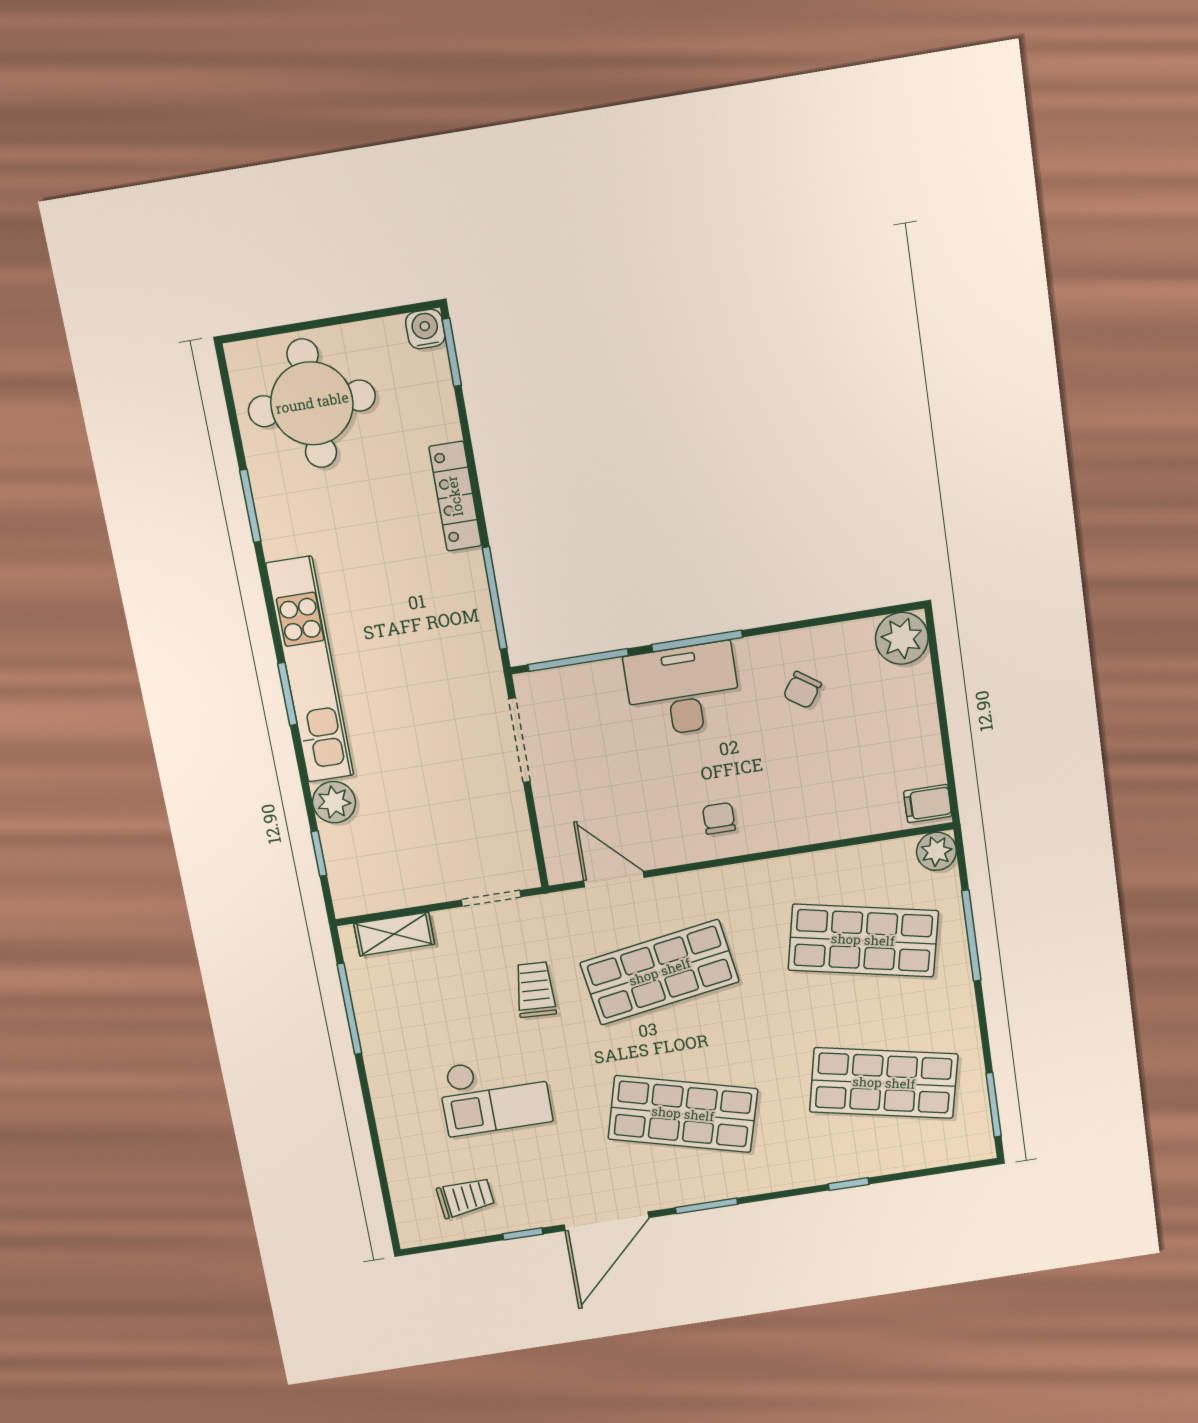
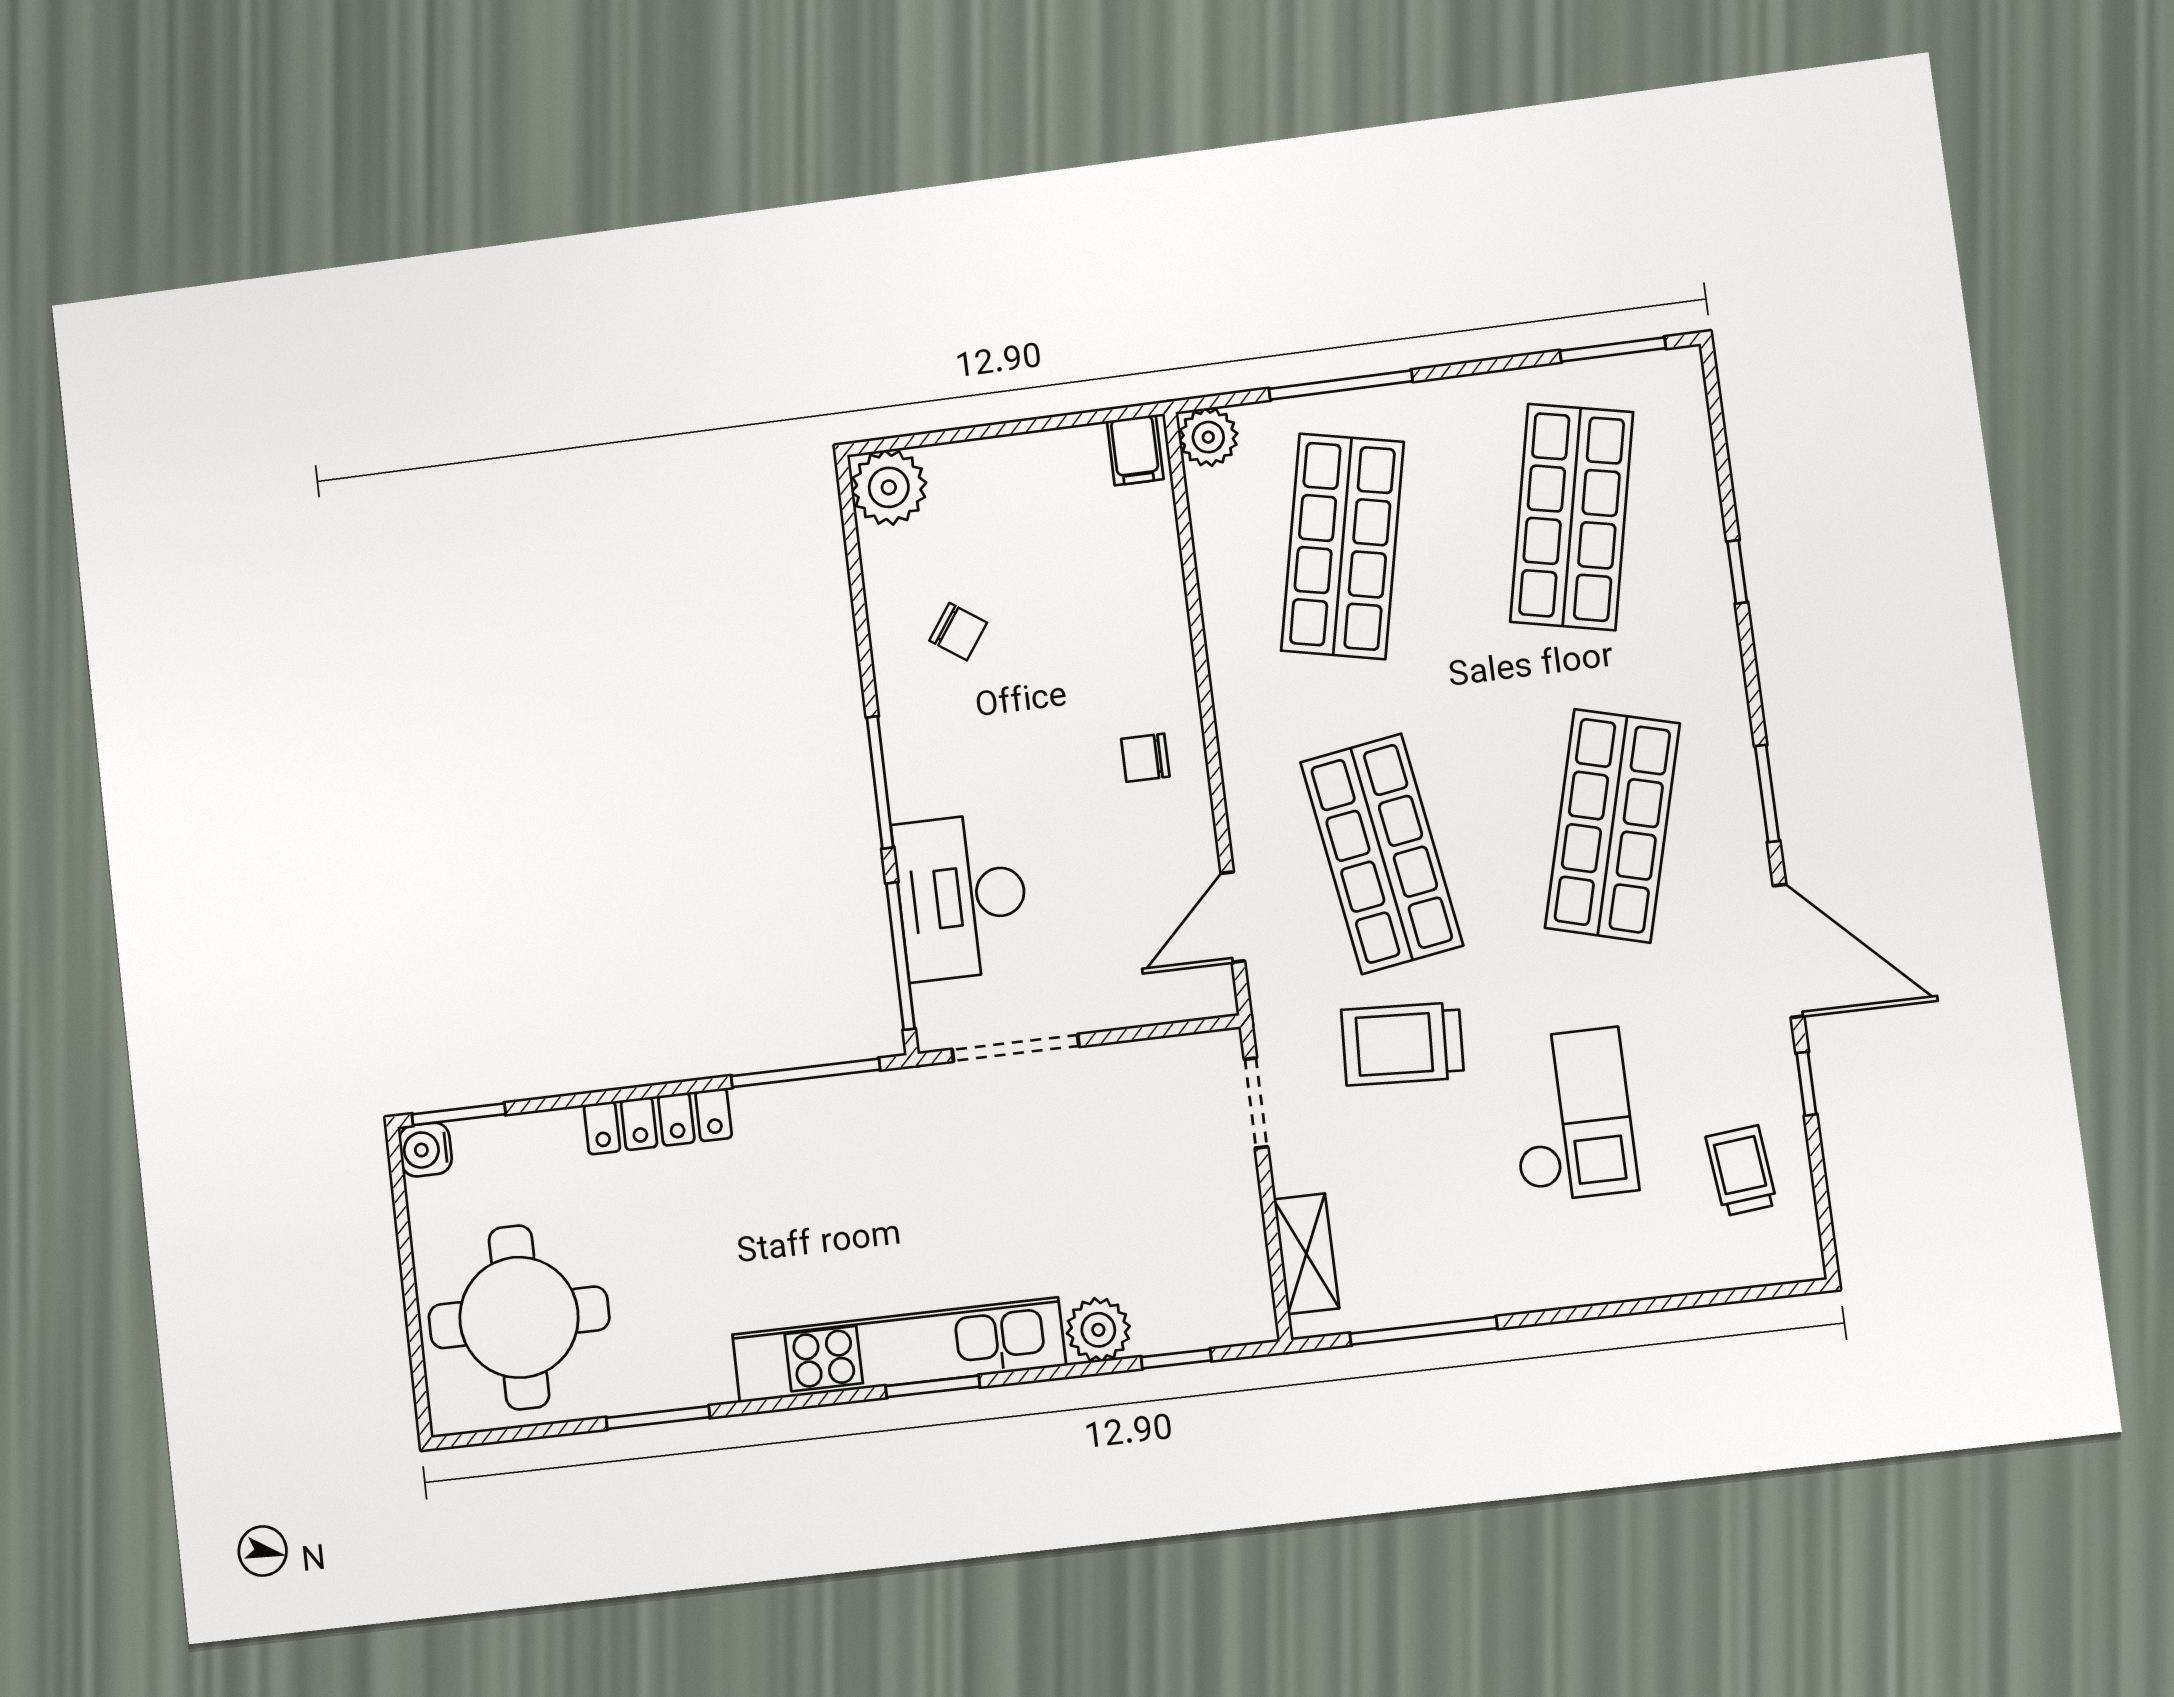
desk: (683, 690) -> (962, 897), moved
trolley: (535, 990) -> (1403, 1044), width x1.36, depth x1.39

